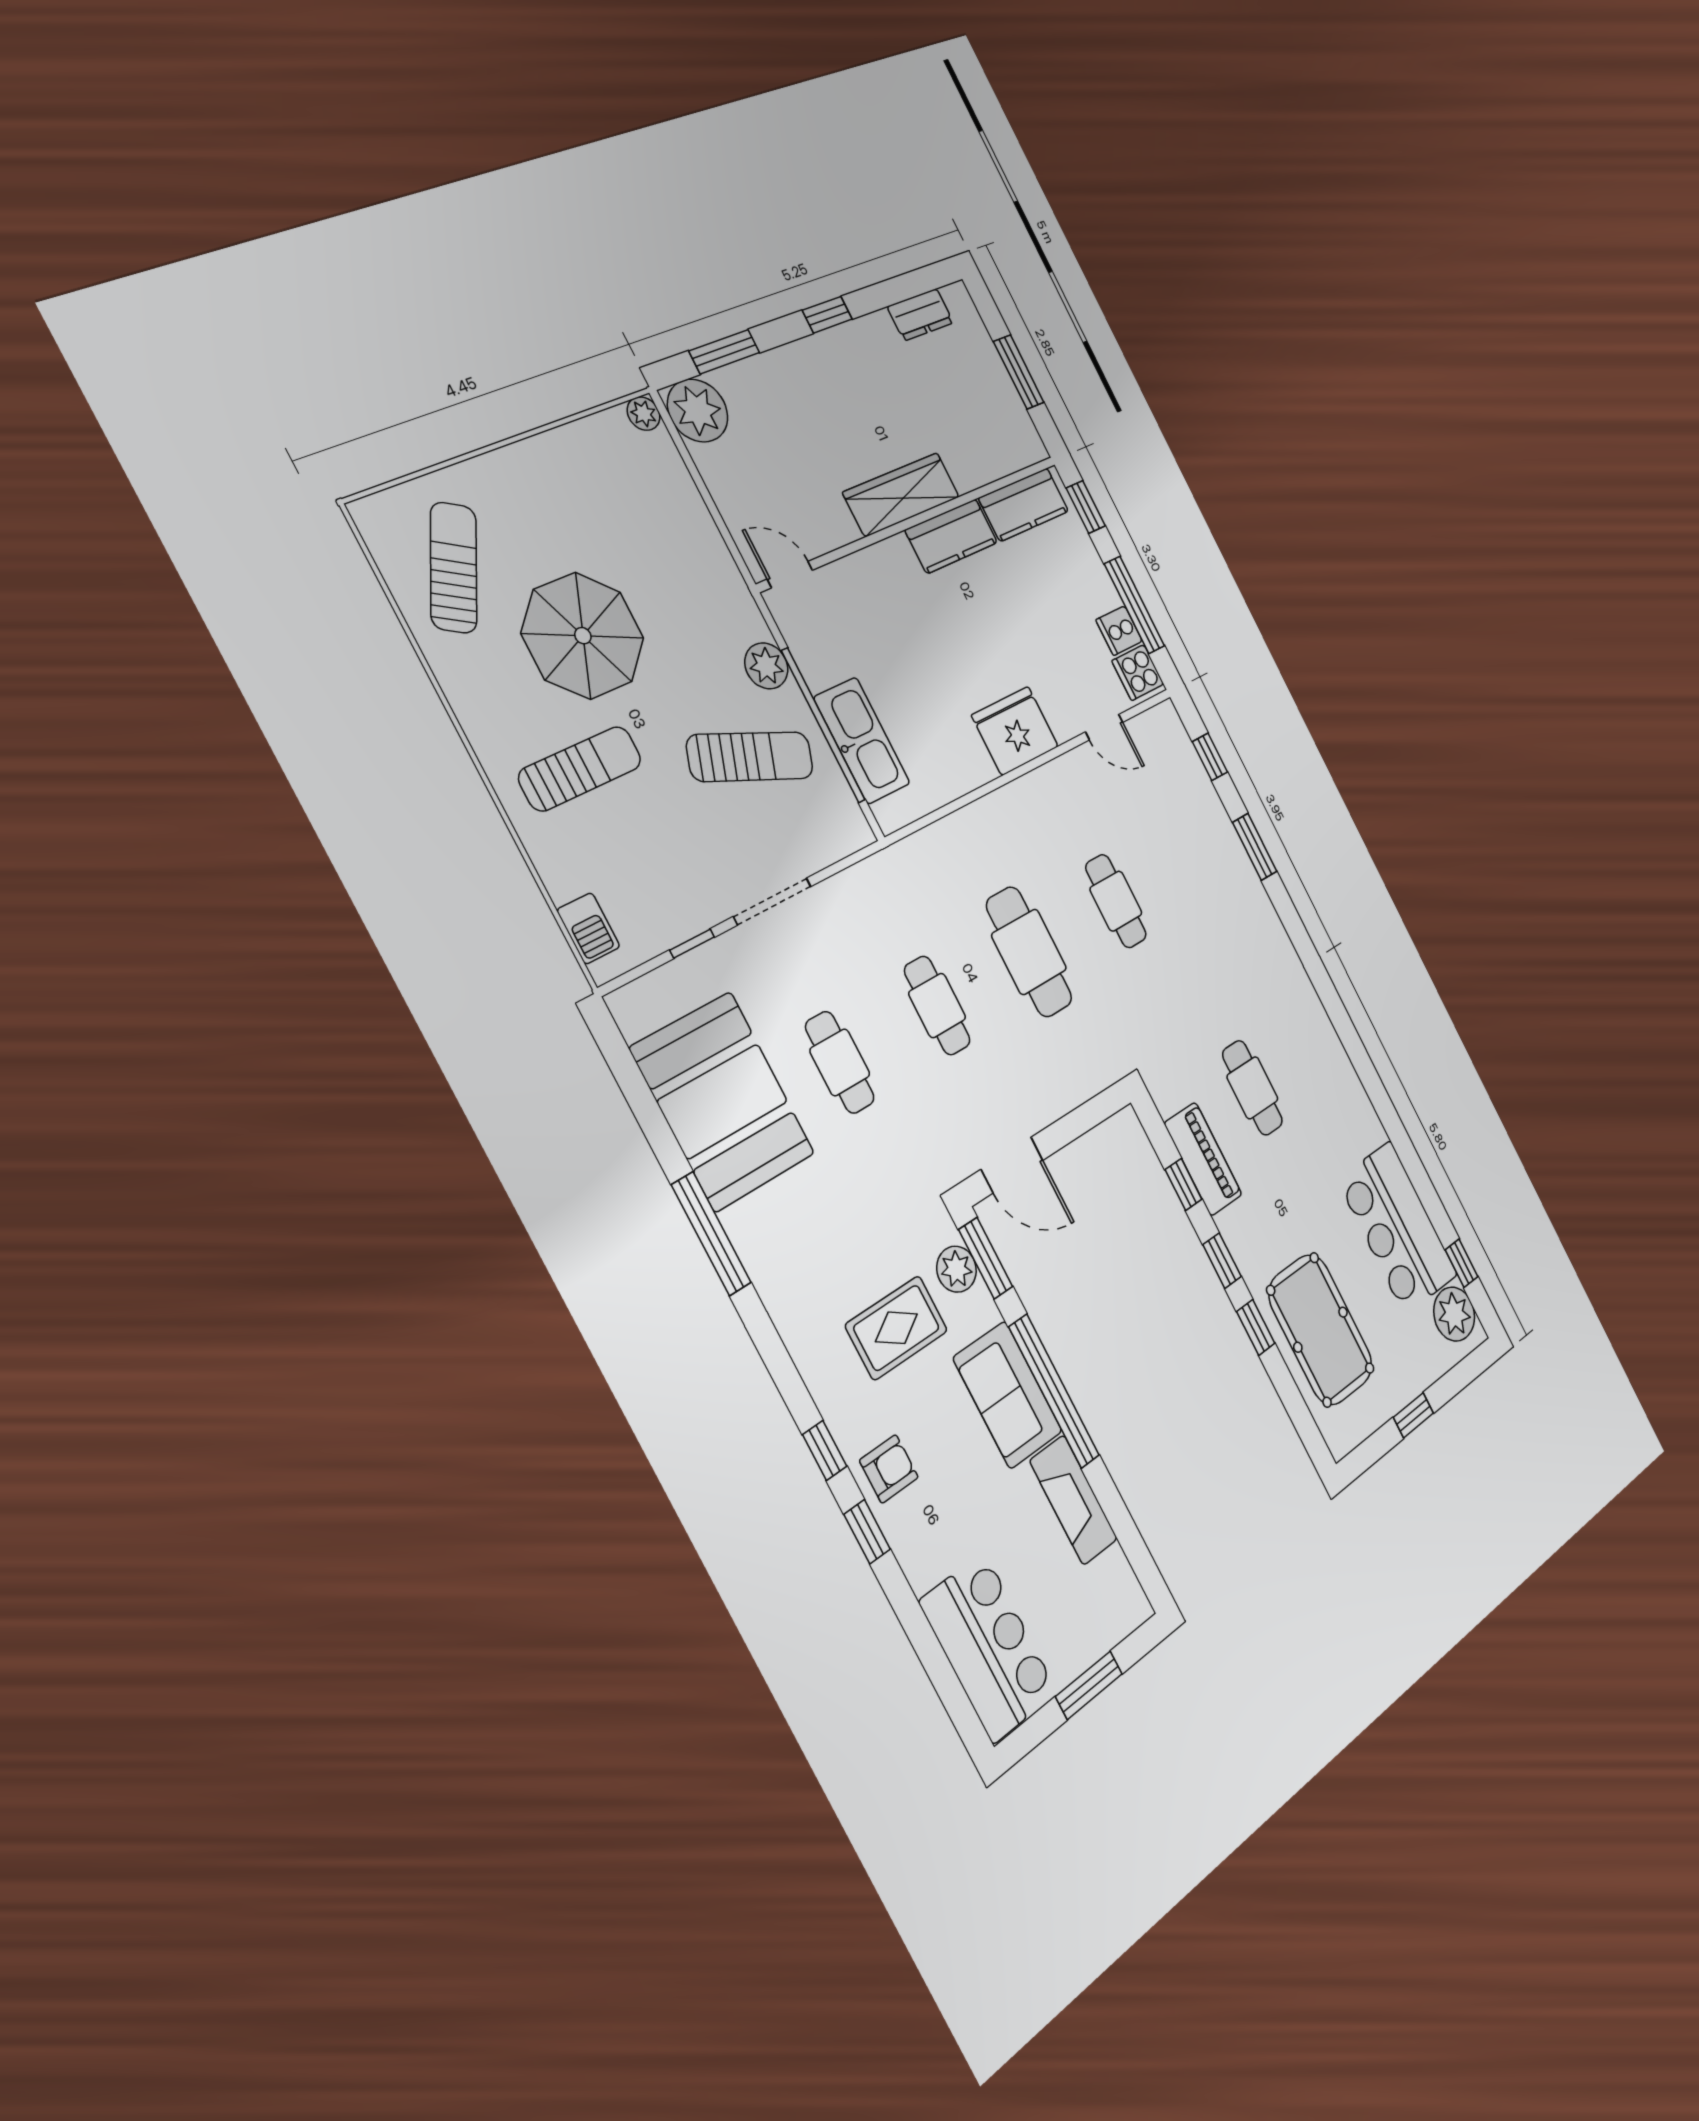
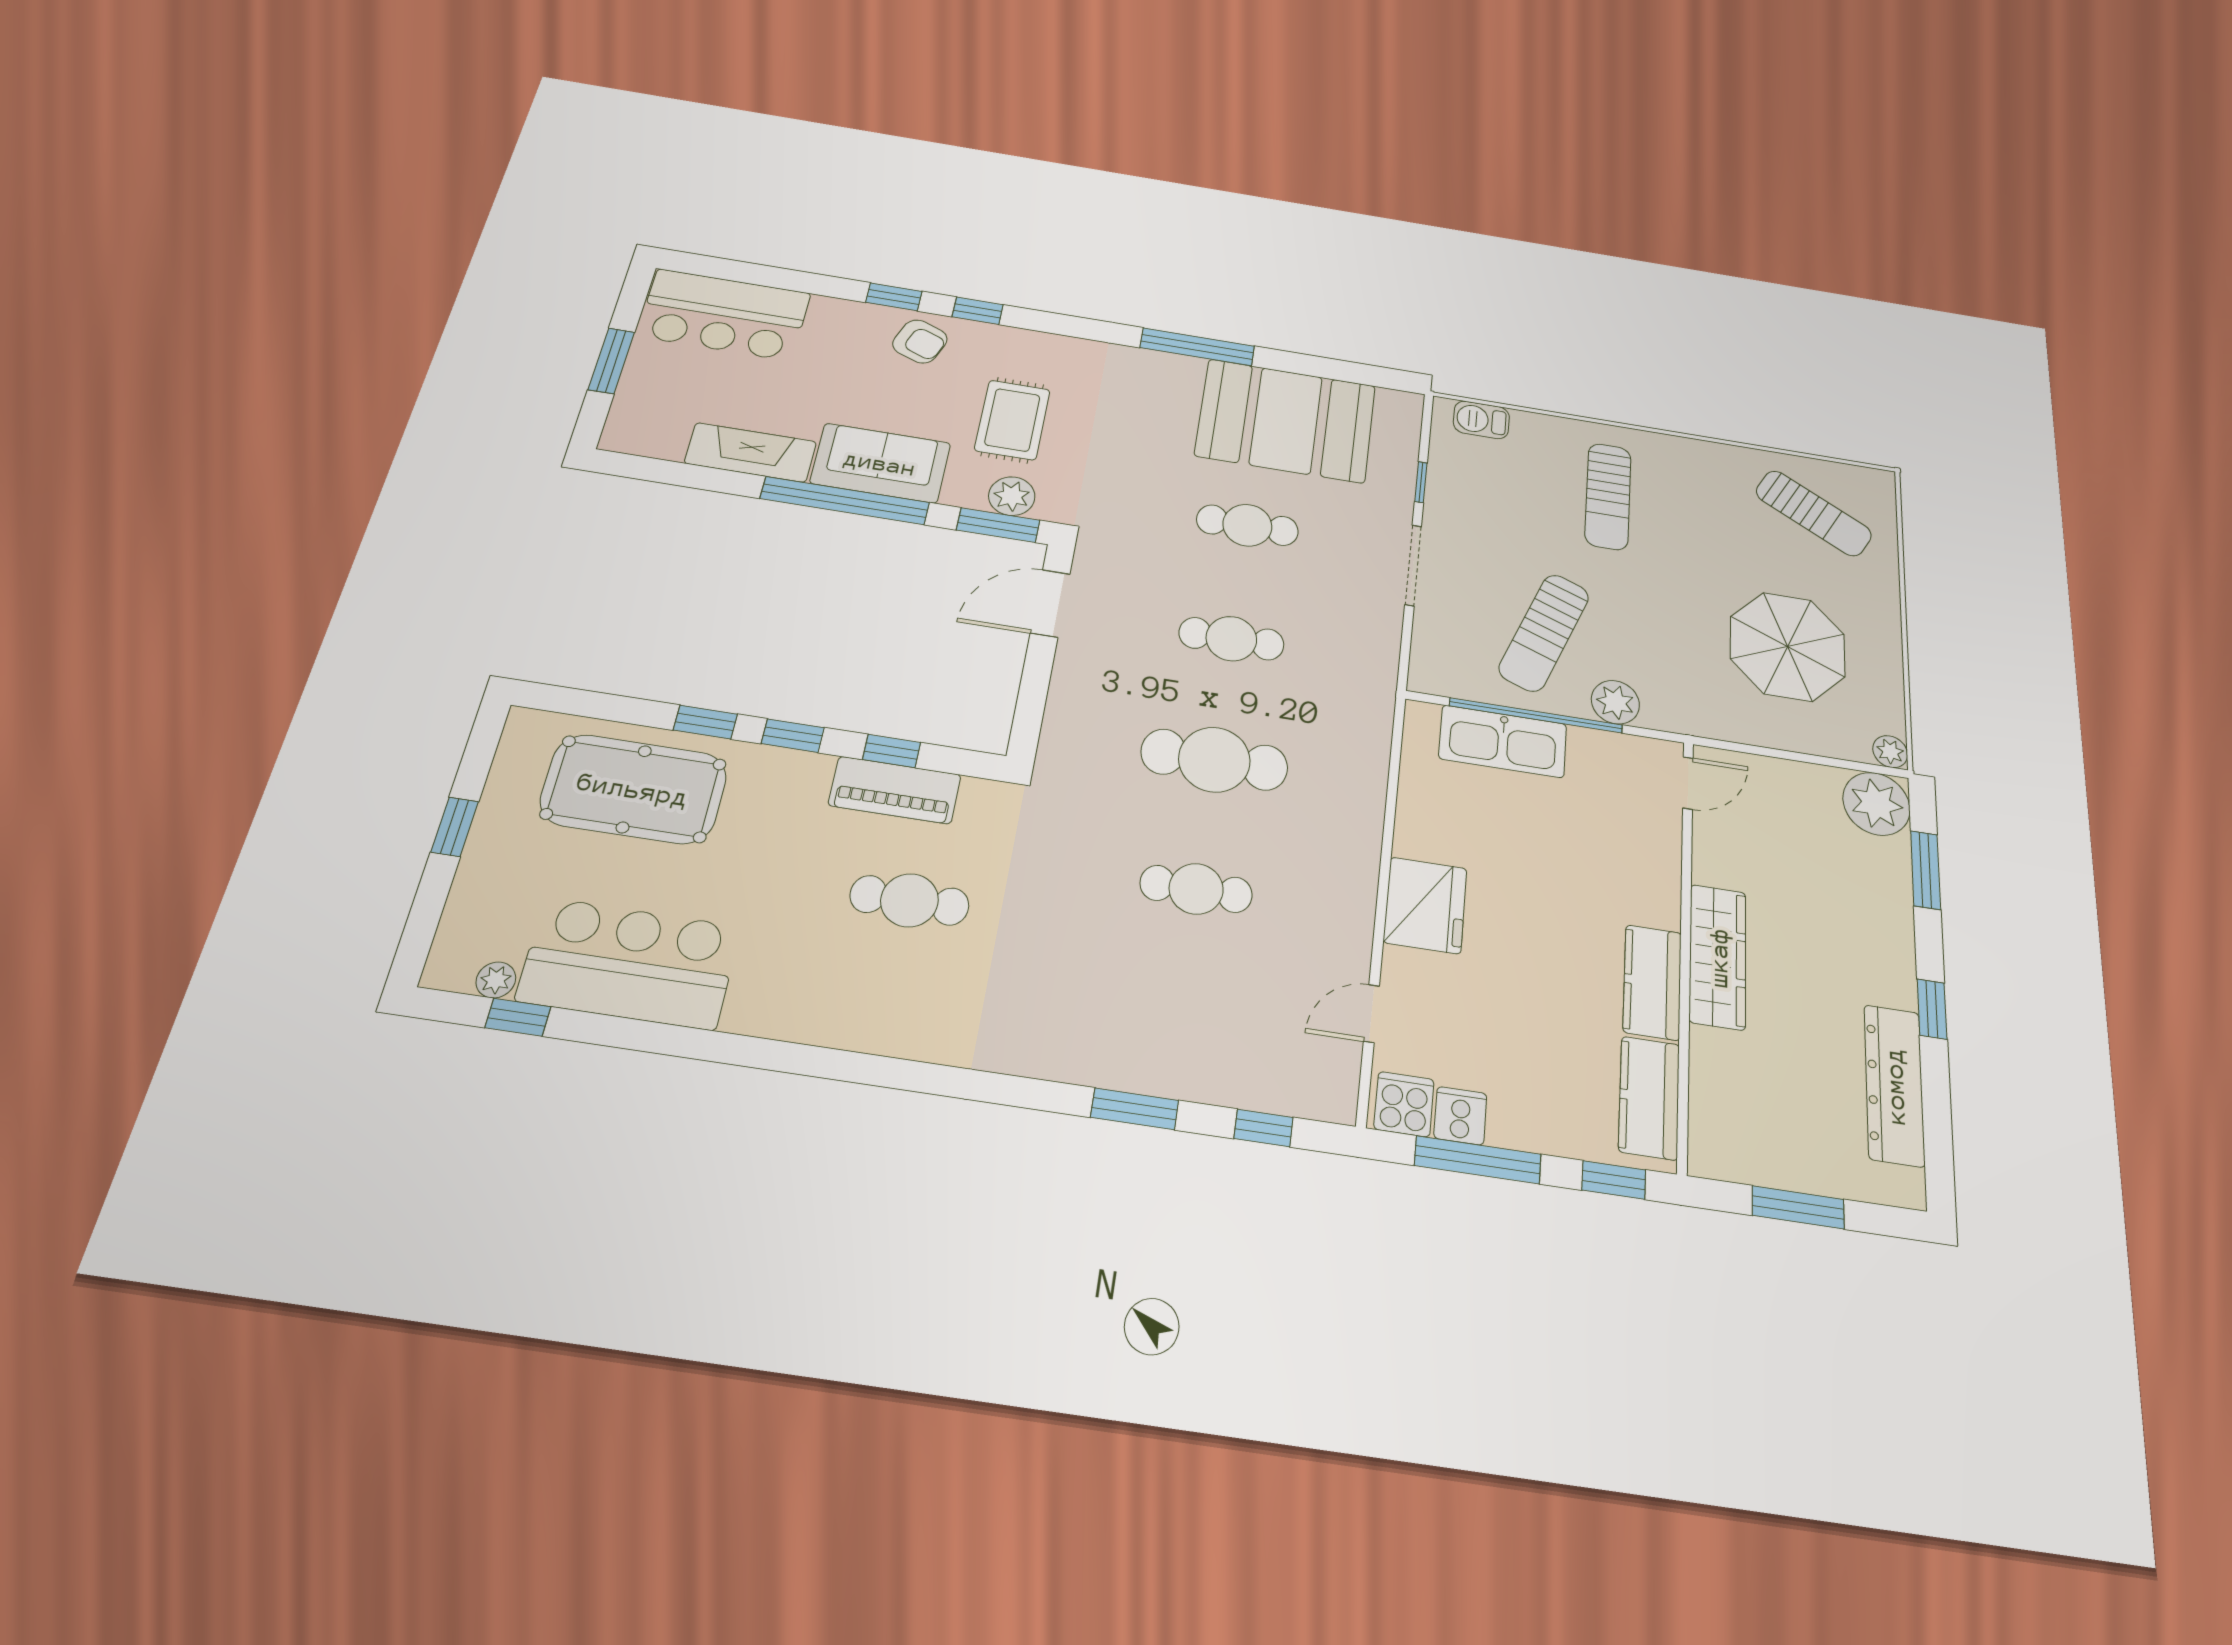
dresser: (920, 315) -> (1894, 1085), width x1.96, depth x1.24
parasol: (583, 636) -> (1788, 647), moved
plant: (1454, 1314) -> (496, 980), width x0.53, depth x0.53
armchair: (889, 1469) -> (920, 341), turned -69

